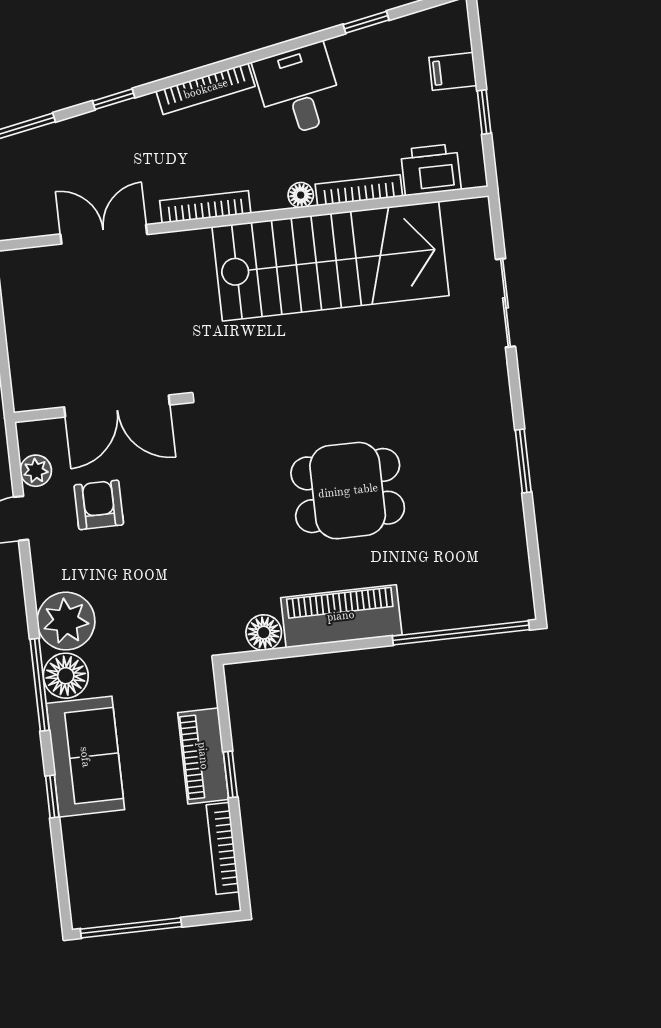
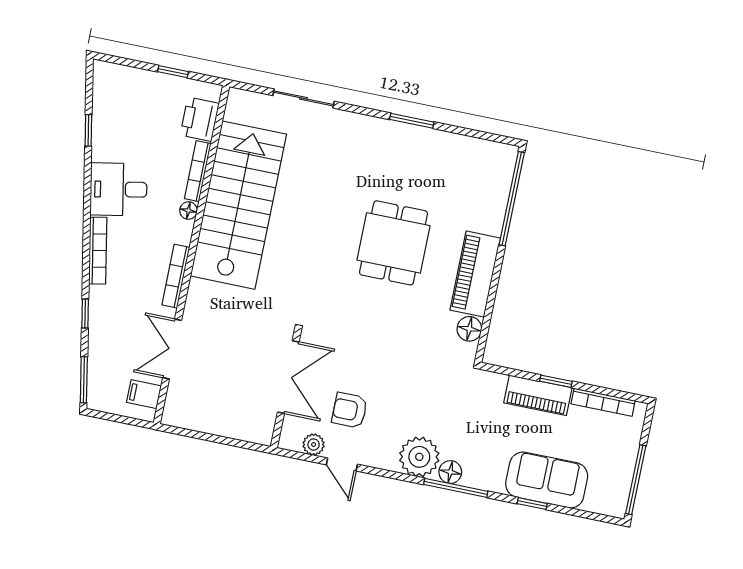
filing cabinet: (453, 71) -> (144, 394), moved, turned 90
floor lamp: (66, 676) -> (450, 472), width x0.73, depth x0.73
sofa: (85, 757) -> (547, 480), moved

